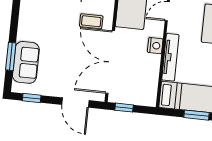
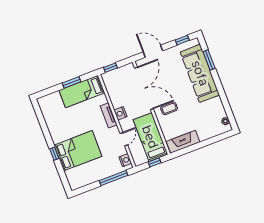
tv unit: (170, 57) -> (109, 115), width x0.71
sofa: (26, 62) -> (200, 73), width x1.85, depth x1.27
window: (124, 108) -> (110, 68), moved

